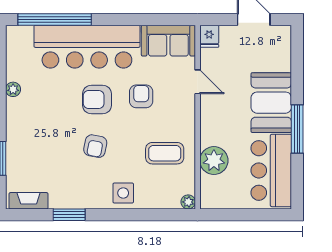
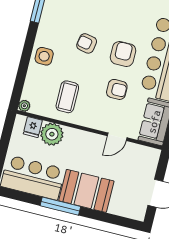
fridge: (209, 36) -> (33, 127), moved, turned -90

